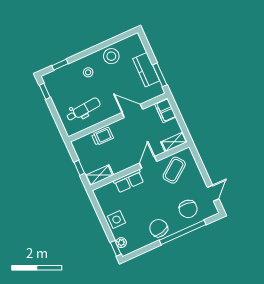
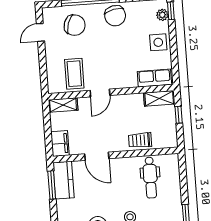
kitchen counter: (146, 70) -> (63, 180), moved
dental chair: (83, 110) -> (150, 178), turned -85
coffee table: (174, 170) -> (74, 74), turned -53
row of seats: (129, 181) -> (154, 78), moved
chair: (188, 209) -> (75, 25), turned 102

